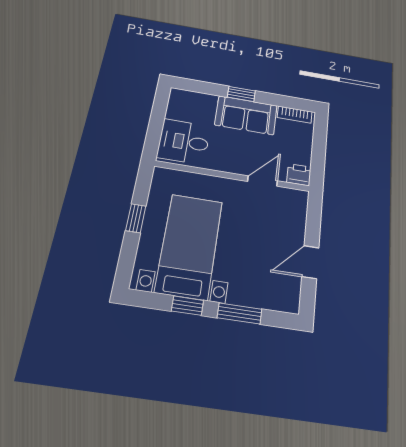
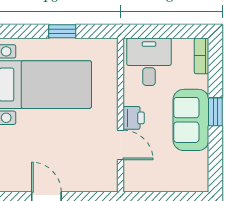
bookcase: (295, 115) -> (202, 56), moved
printer: (299, 175) -> (134, 118), moved

